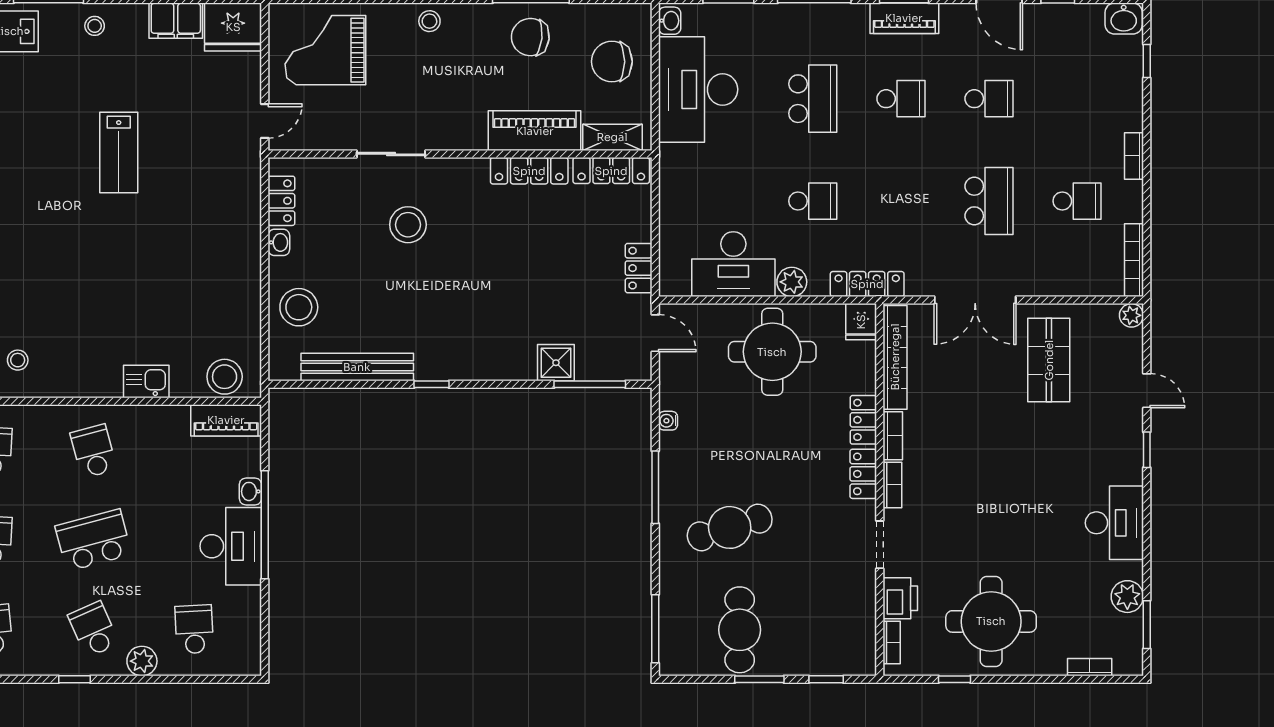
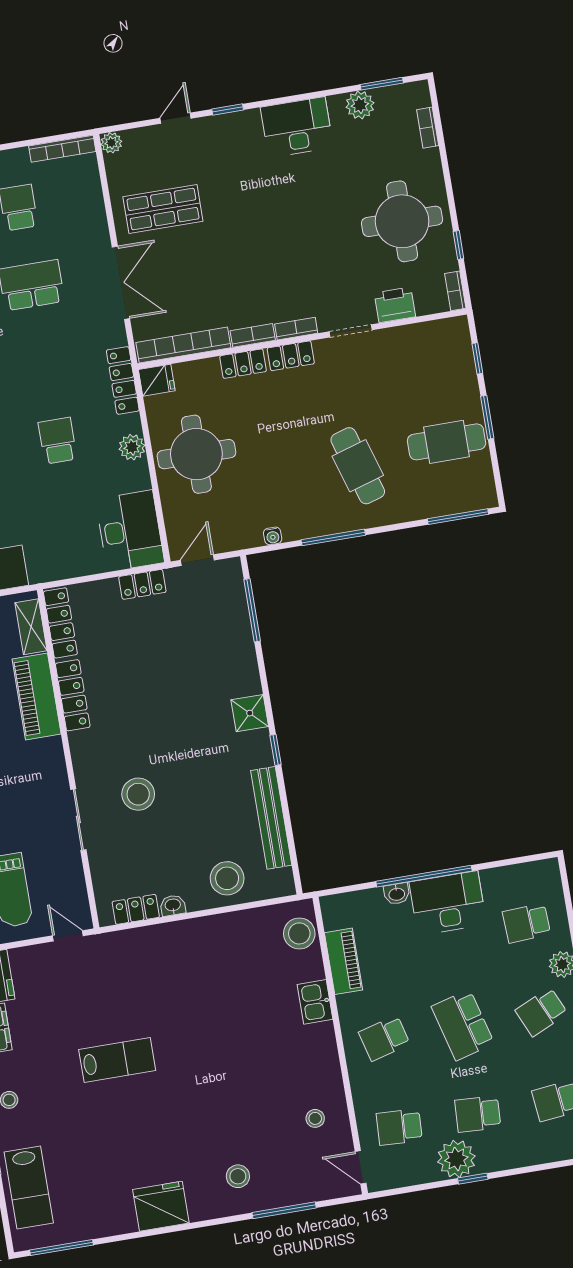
desk: (733, 264) -> (130, 531), moved
shower: (556, 363) -> (250, 713), moved
piano: (226, 420) -> (343, 961), moved
bookcase: (892, 642) -> (455, 291), moved, turned -90

